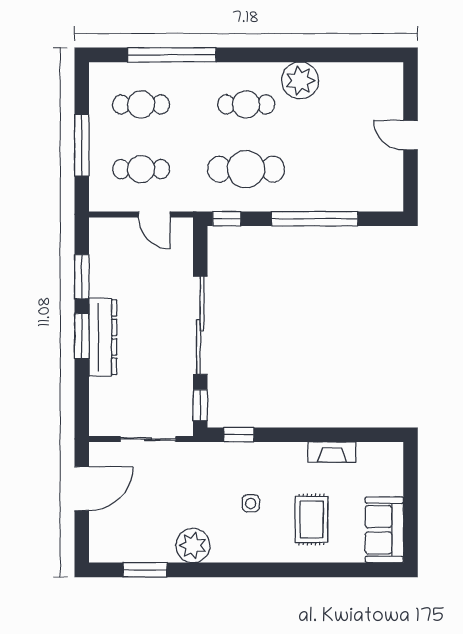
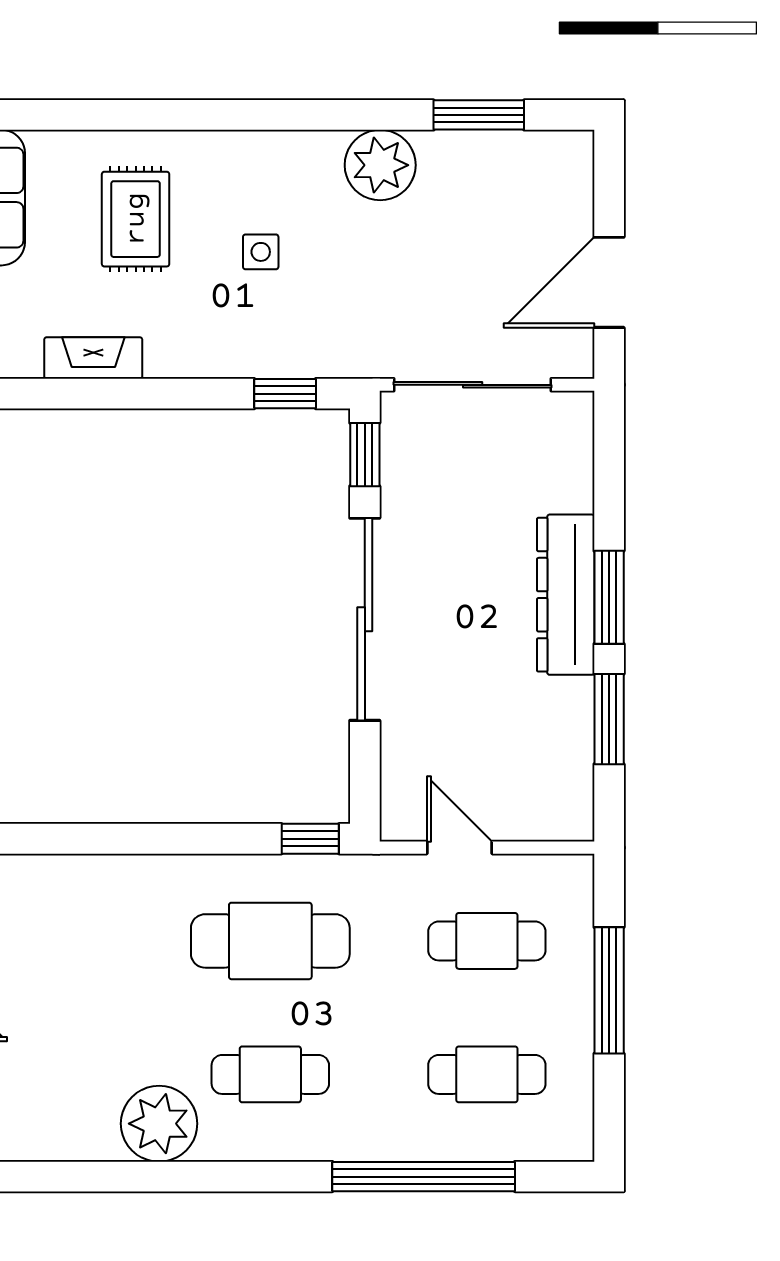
window: (315, 219) -> (129, 839), removed
sliding door: (148, 439) -> (473, 385), width x1.37

